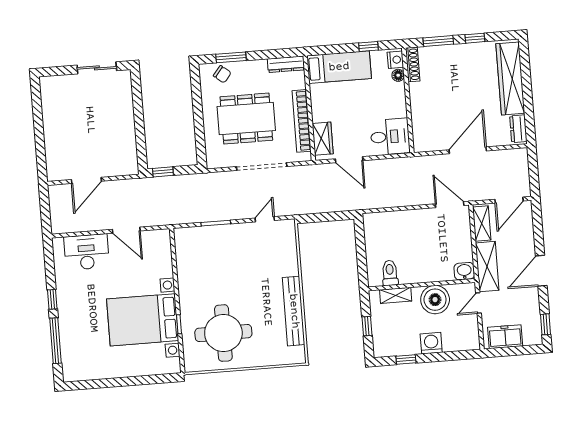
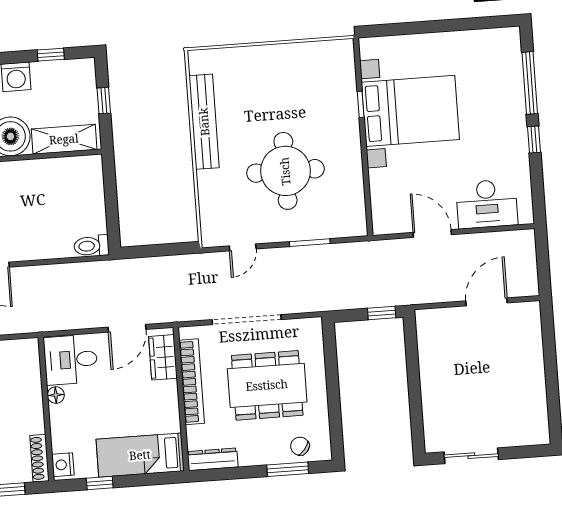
floor lamp: (398, 75) -> (56, 395), moved
door: (349, 160) -> (127, 328), swing flipped
toilet: (390, 273) -> (91, 246), moved, turned 90
shelving: (396, 295) -> (64, 139), width x1.50, depth x1.33
round table: (223, 333) -> (285, 171), moved

